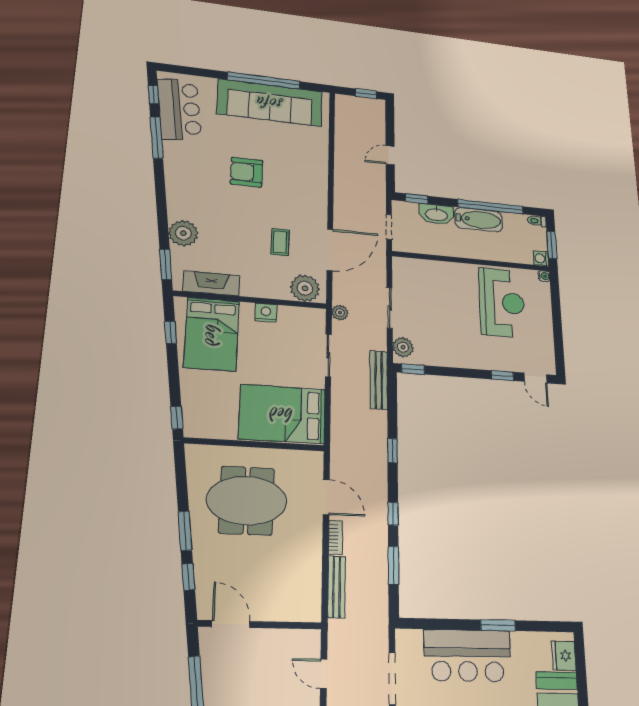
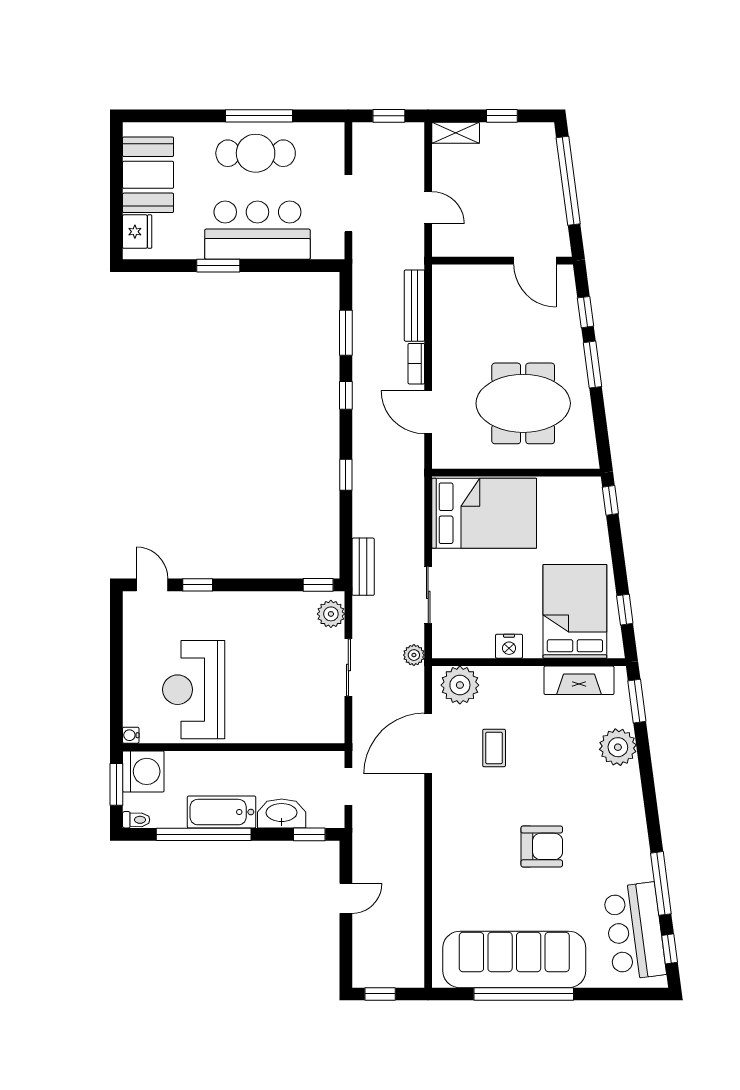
washing machine: (541, 258) -> (143, 771), width x1.89, depth x1.89
bench: (379, 380) -> (363, 567), width x0.73

